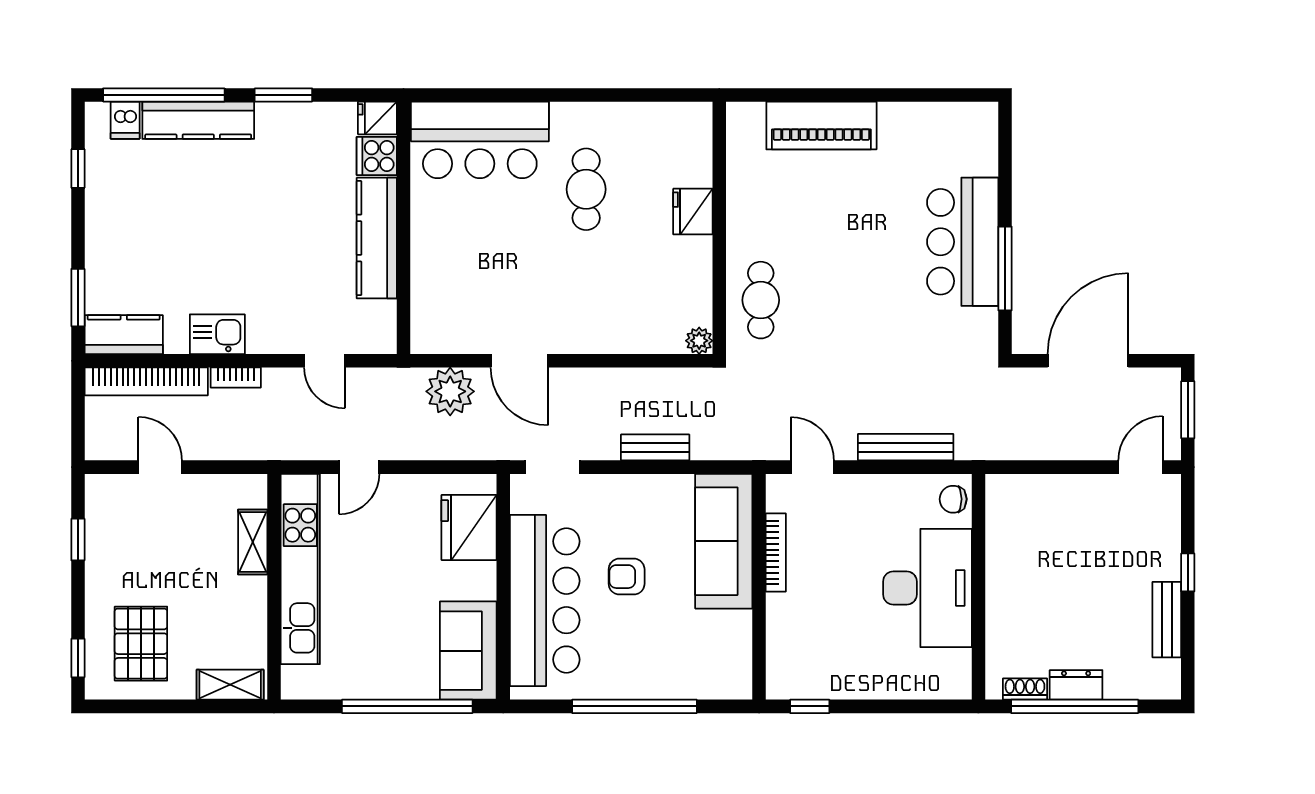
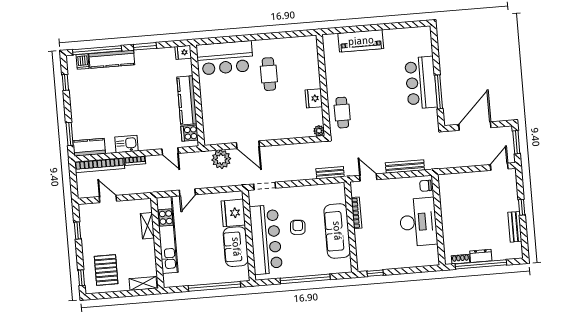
cooker: (377, 156) -> (190, 133), moved
fridge: (693, 212) -> (314, 98), moved
bench: (655, 447) -> (330, 173), moved
sofa: (724, 541) -> (337, 231), moved
armchair: (627, 577) -> (298, 227), turned 94
sofa: (468, 651) -> (236, 247), moved

